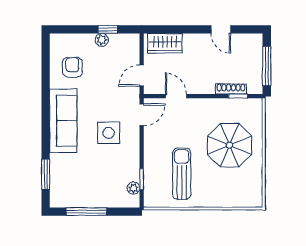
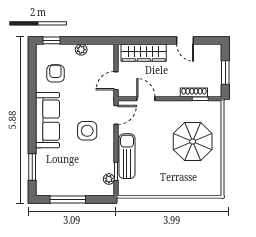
window: (108, 29) -> (51, 40), moved
wardrobe: (165, 43) -> (144, 53), width x1.50
window: (267, 66) -> (225, 72), width x0.69
sun lounger: (182, 174) -> (127, 156), moved

